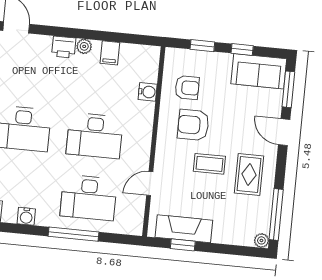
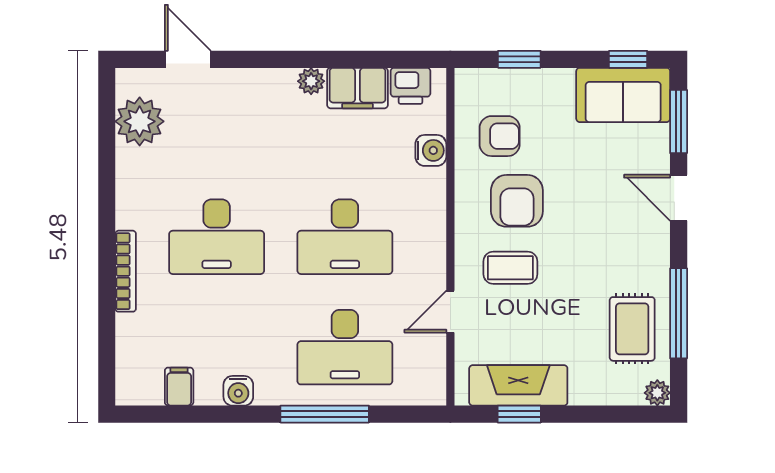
printer: (64, 47) -> (410, 86), moved
window: (242, 49) -> (628, 59), moved
filing cabinet: (110, 53) -> (358, 88), width x2.00
armchair: (193, 125) -> (517, 201), turned -90
coffee table: (209, 164) -> (510, 268), moved
rug: (249, 175) -> (632, 329), moved
window: (276, 214) -> (679, 313), moved

